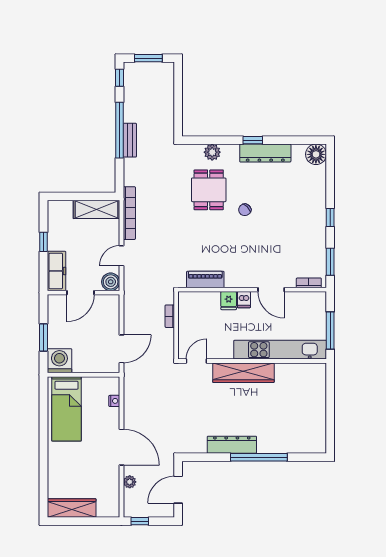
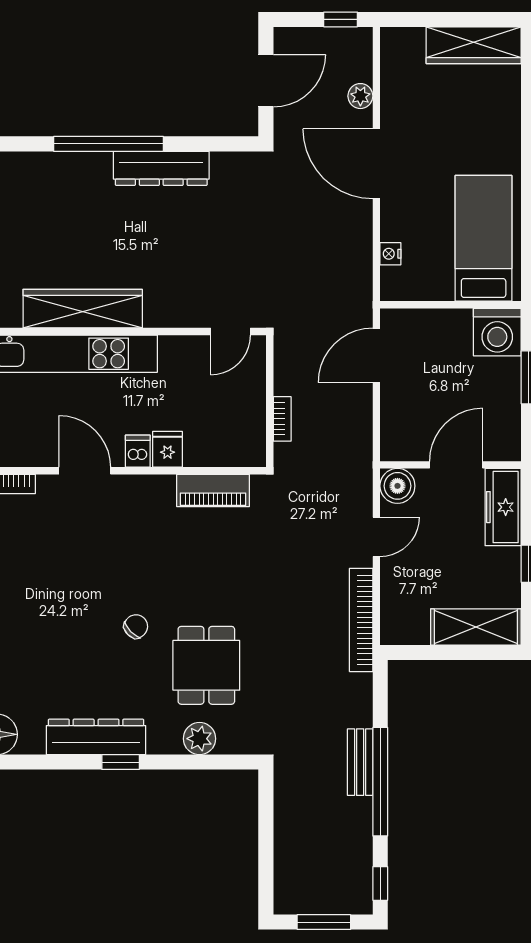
shelving: (96, 209) -> (476, 627), moved
wardrobe: (243, 373) -> (83, 309), moved

